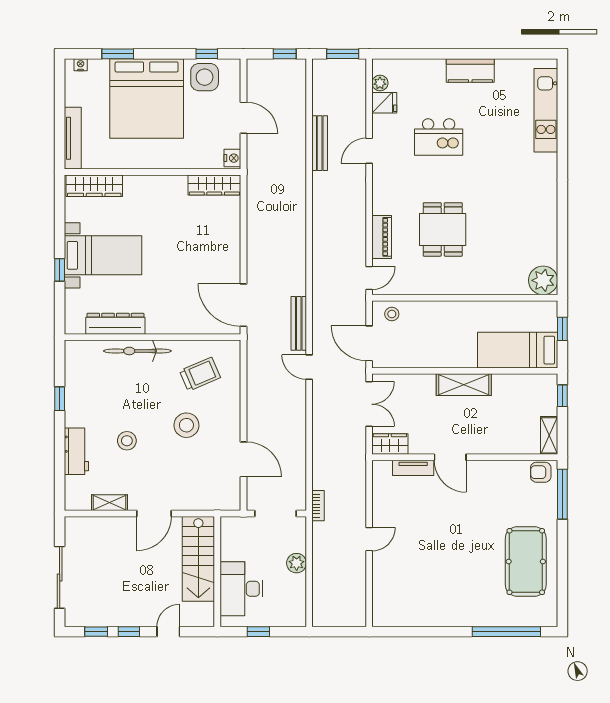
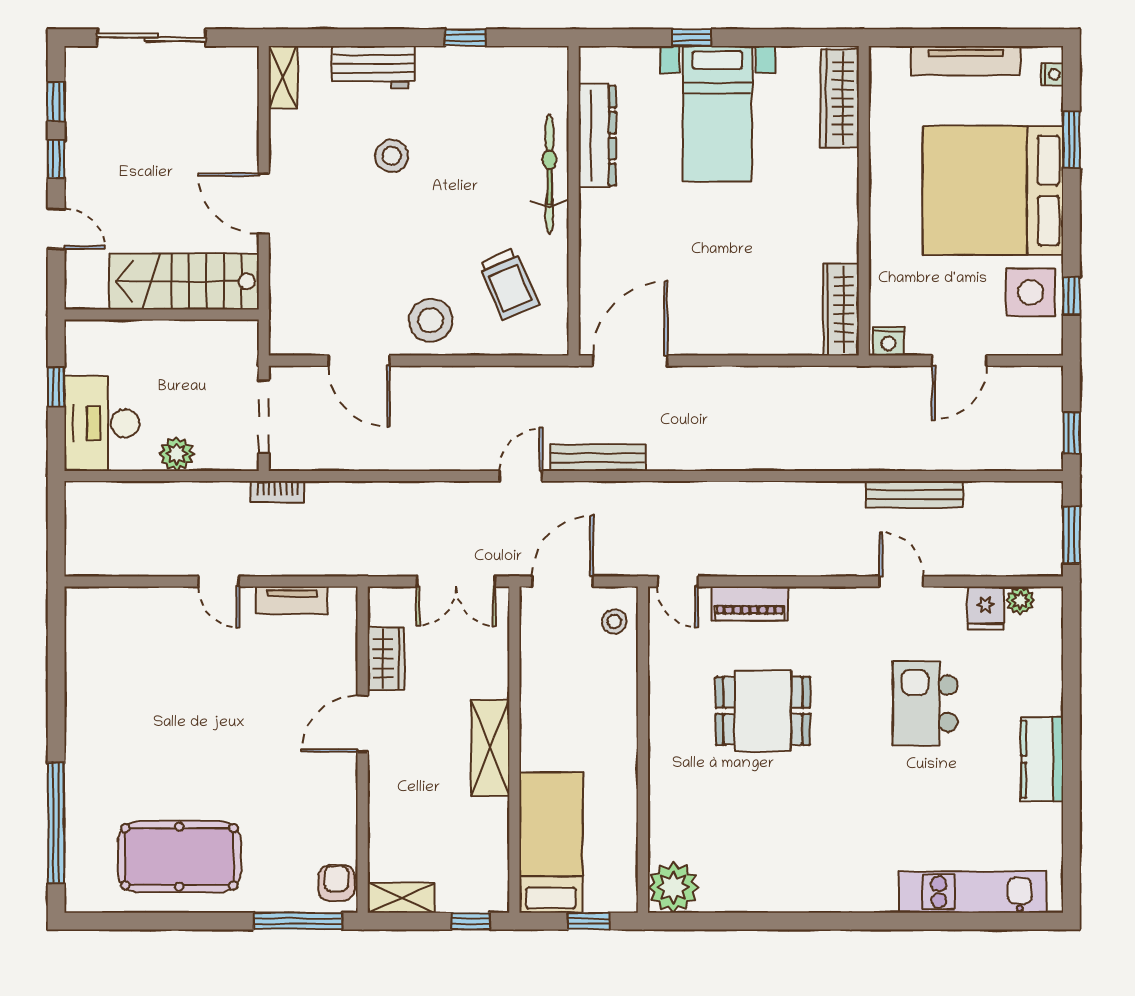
tv unit: (73, 138) -> (965, 61), moved
stool: (186, 425) -> (431, 320), moved
wardrobe: (390, 444) -> (386, 658), moved
door: (243, 459) -> (359, 361), hinge flipped
tv unit: (413, 468) -> (292, 600), moved, turned -90
shelving: (110, 503) -> (283, 77), moved
desk: (241, 589) -> (102, 423), moved, turned -90

